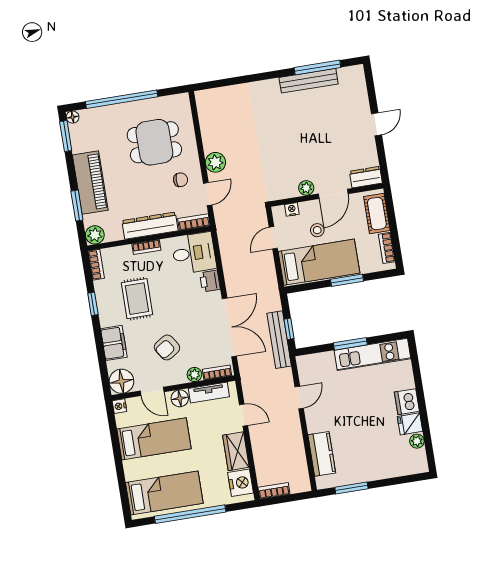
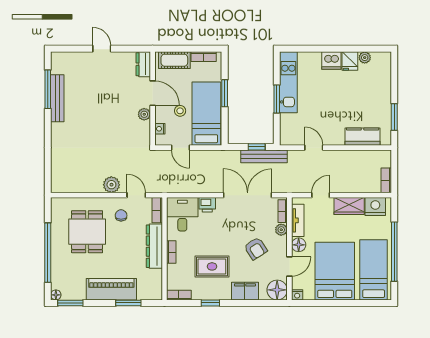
plant: (95, 235) -> (155, 292), removed
bed: (154, 439) -> (335, 271), width x1.50

